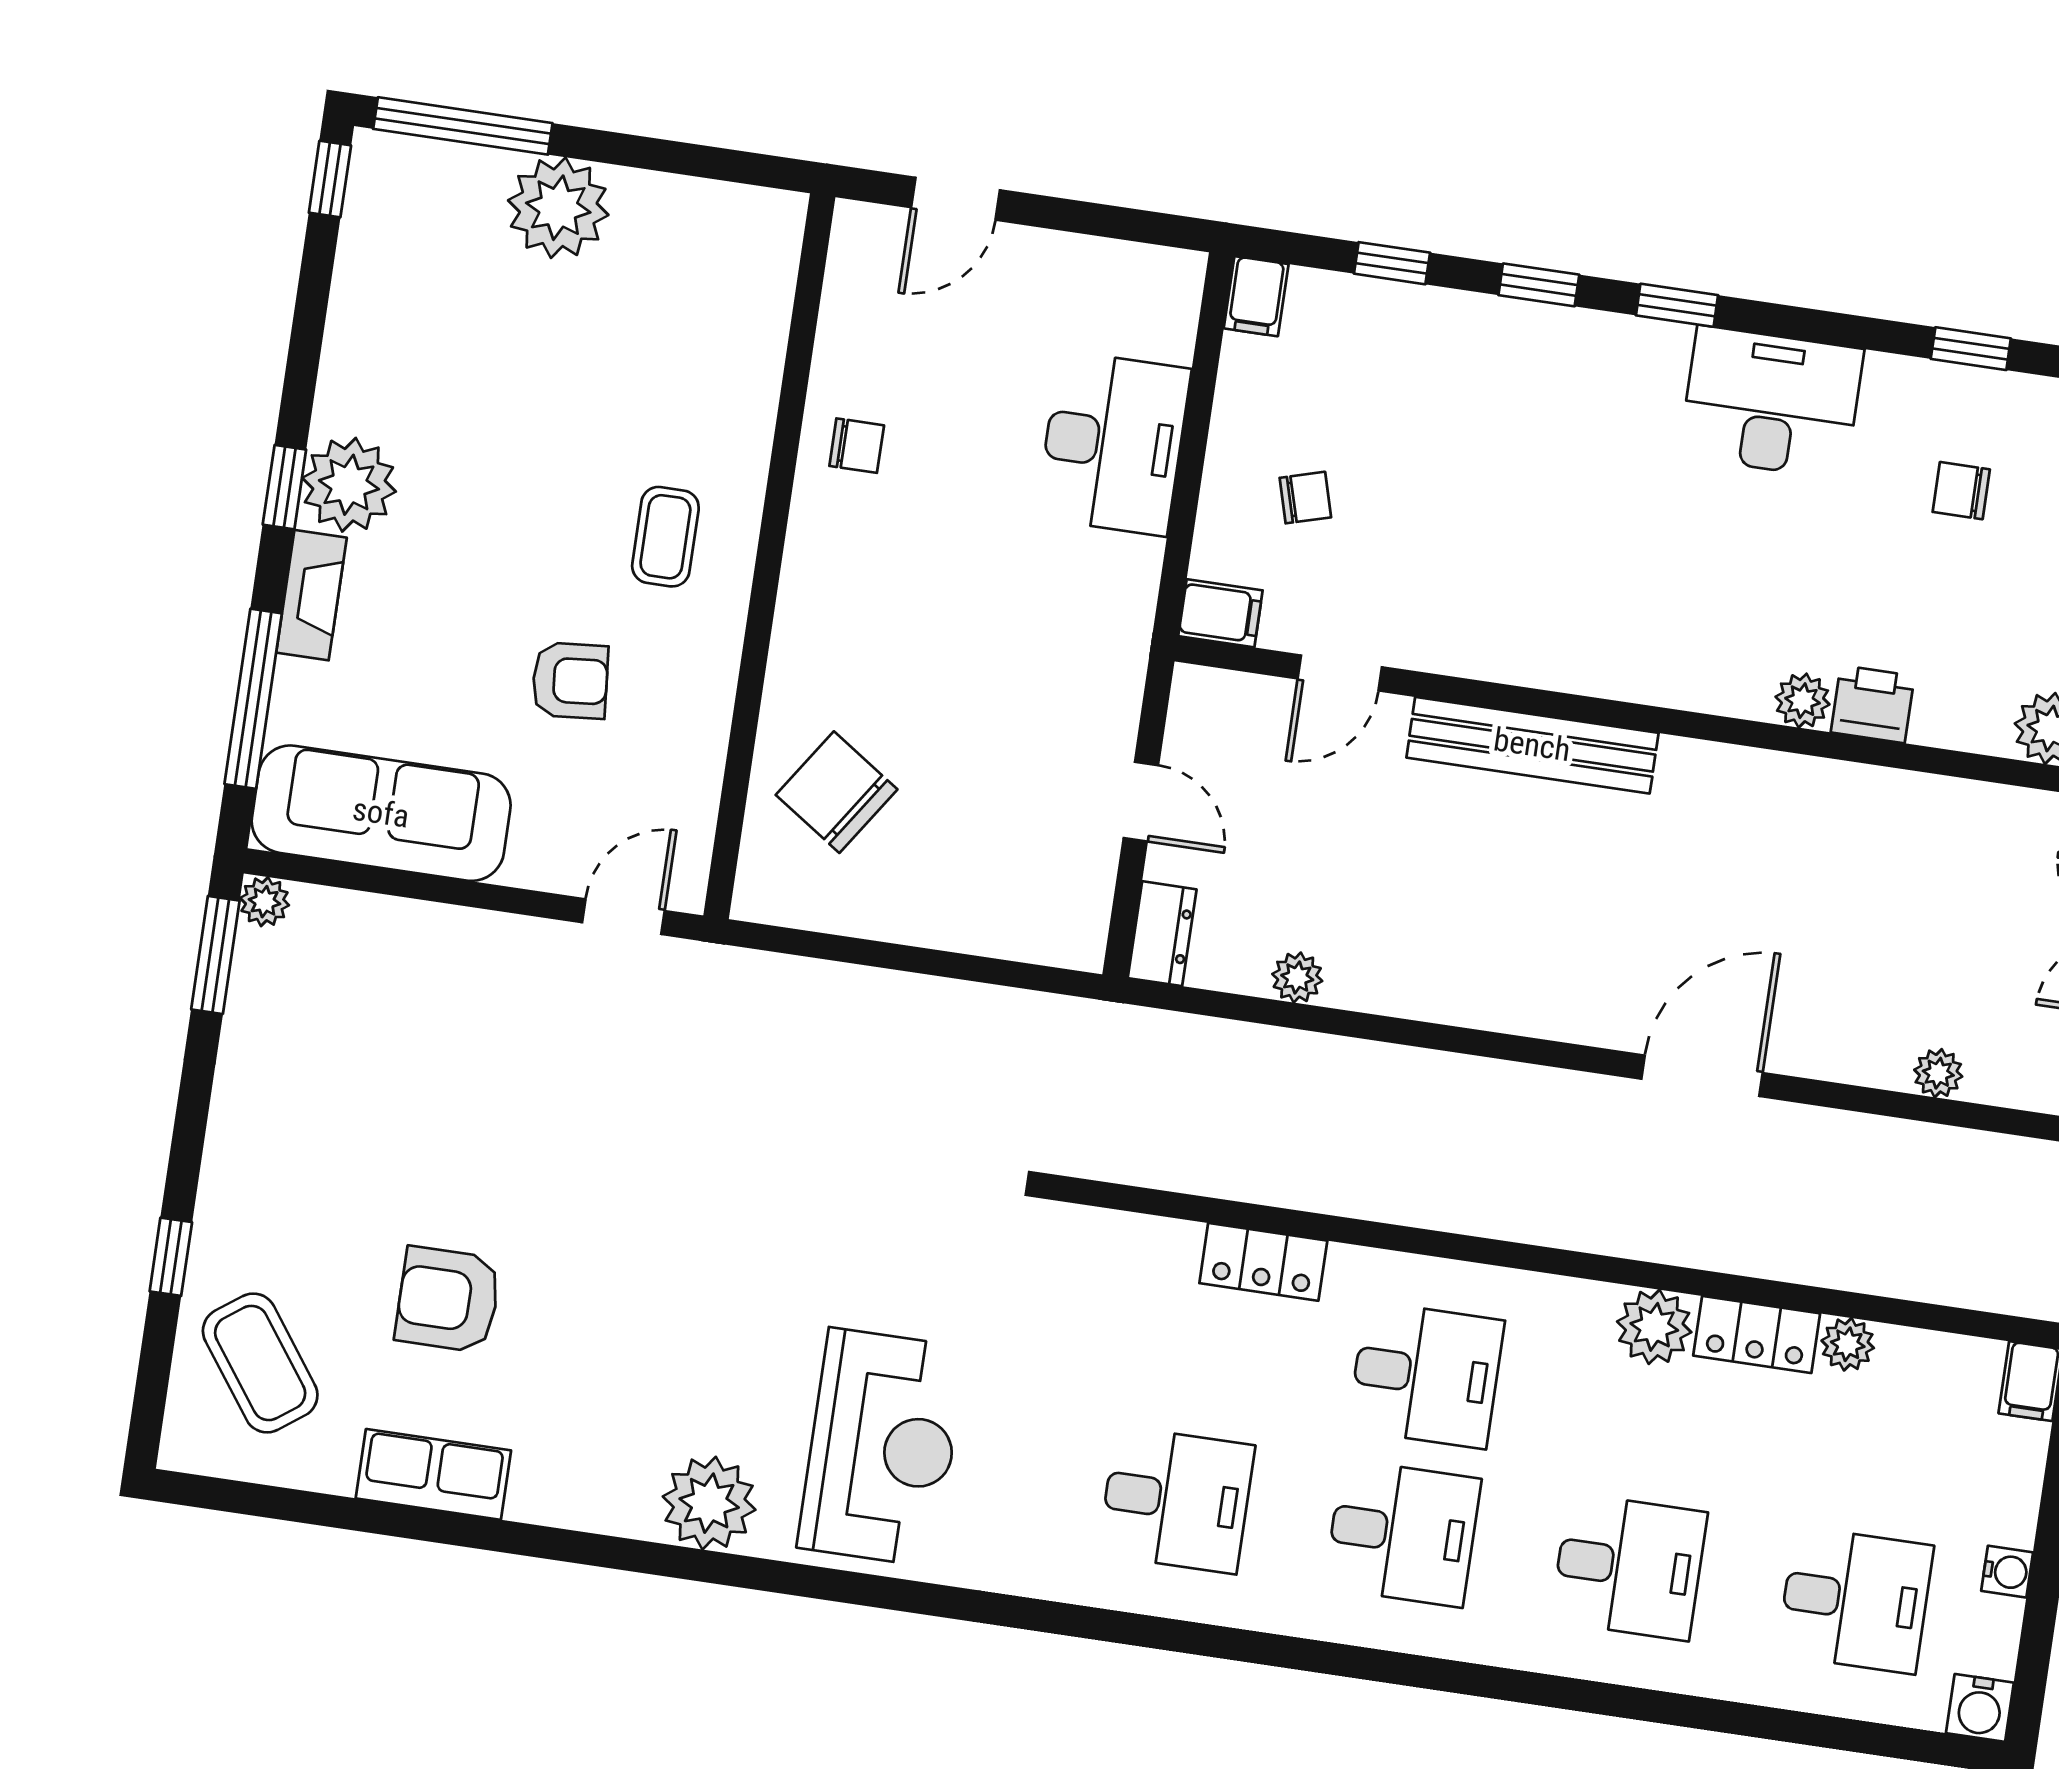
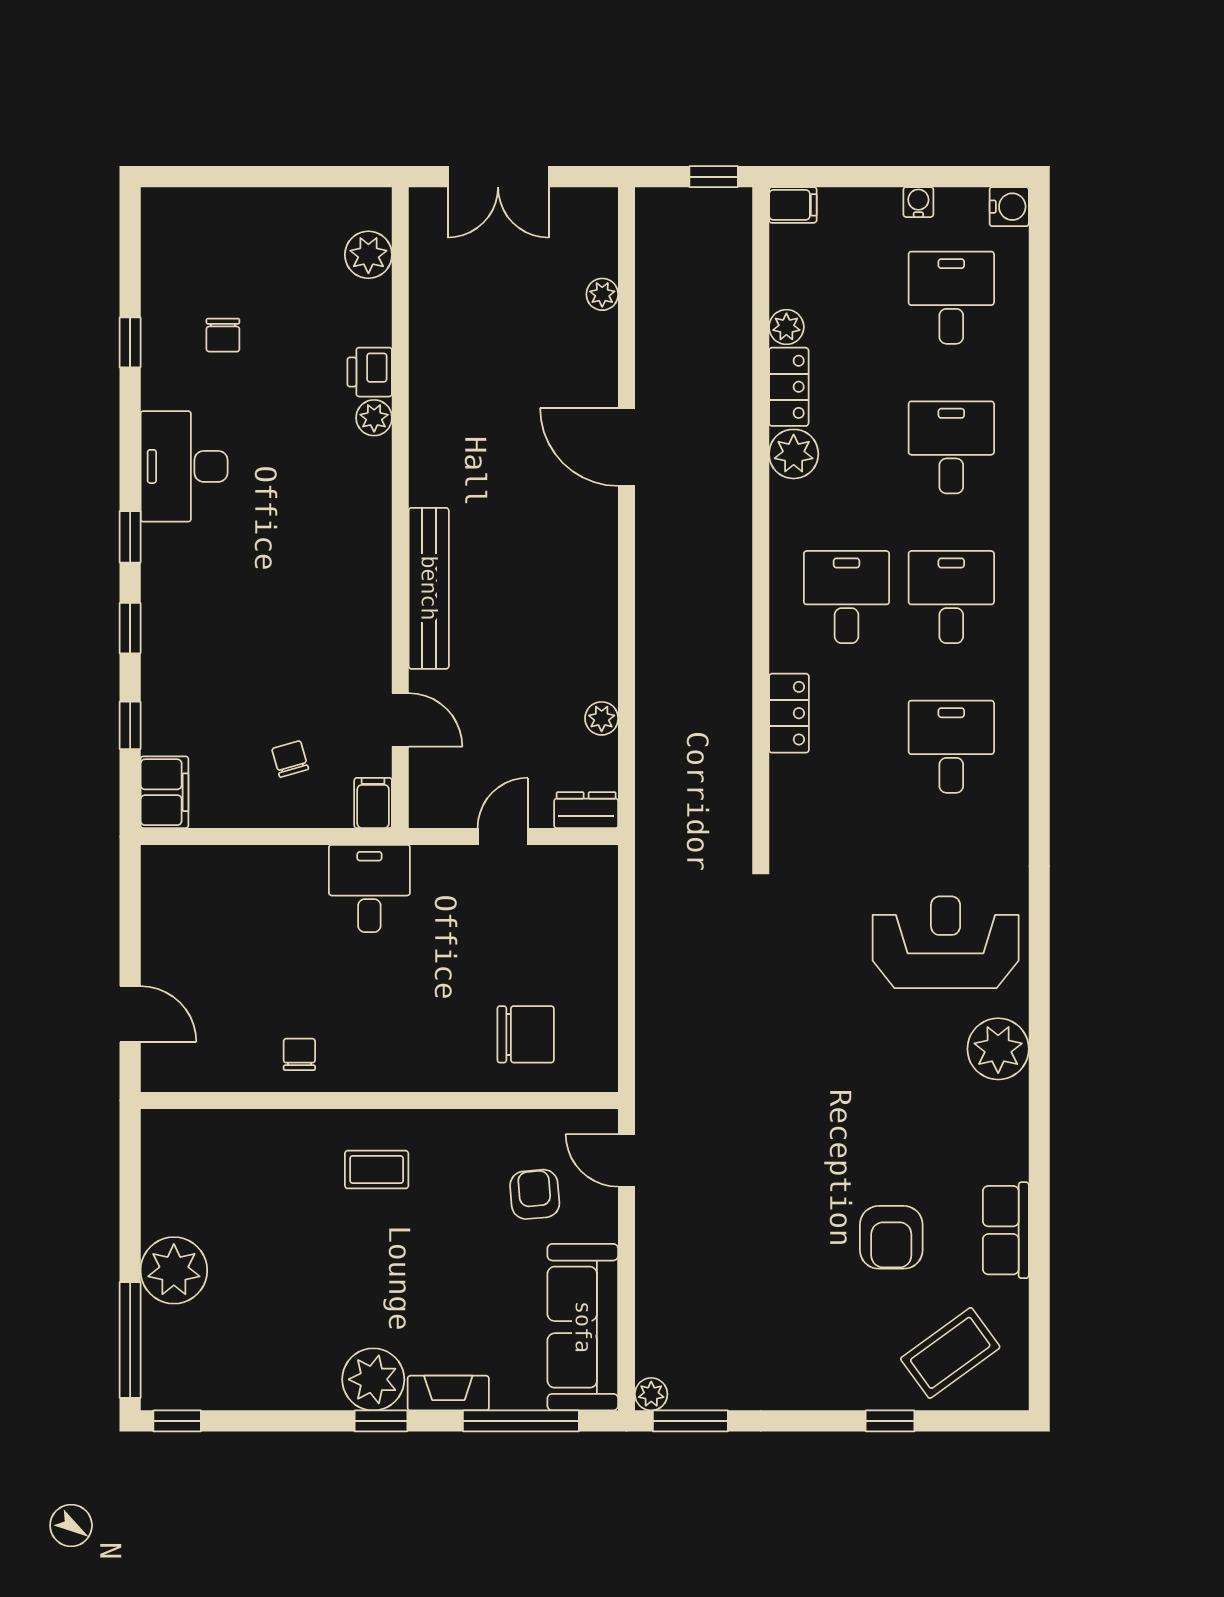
filing cabinet: (1256, 296) -> (164, 792), width x2.00
desk: (1113, 443) -> (369, 889), moved, width x0.73
armchair: (570, 681) -> (535, 1194), moved
chair: (837, 792) -> (526, 1034), turned -124

